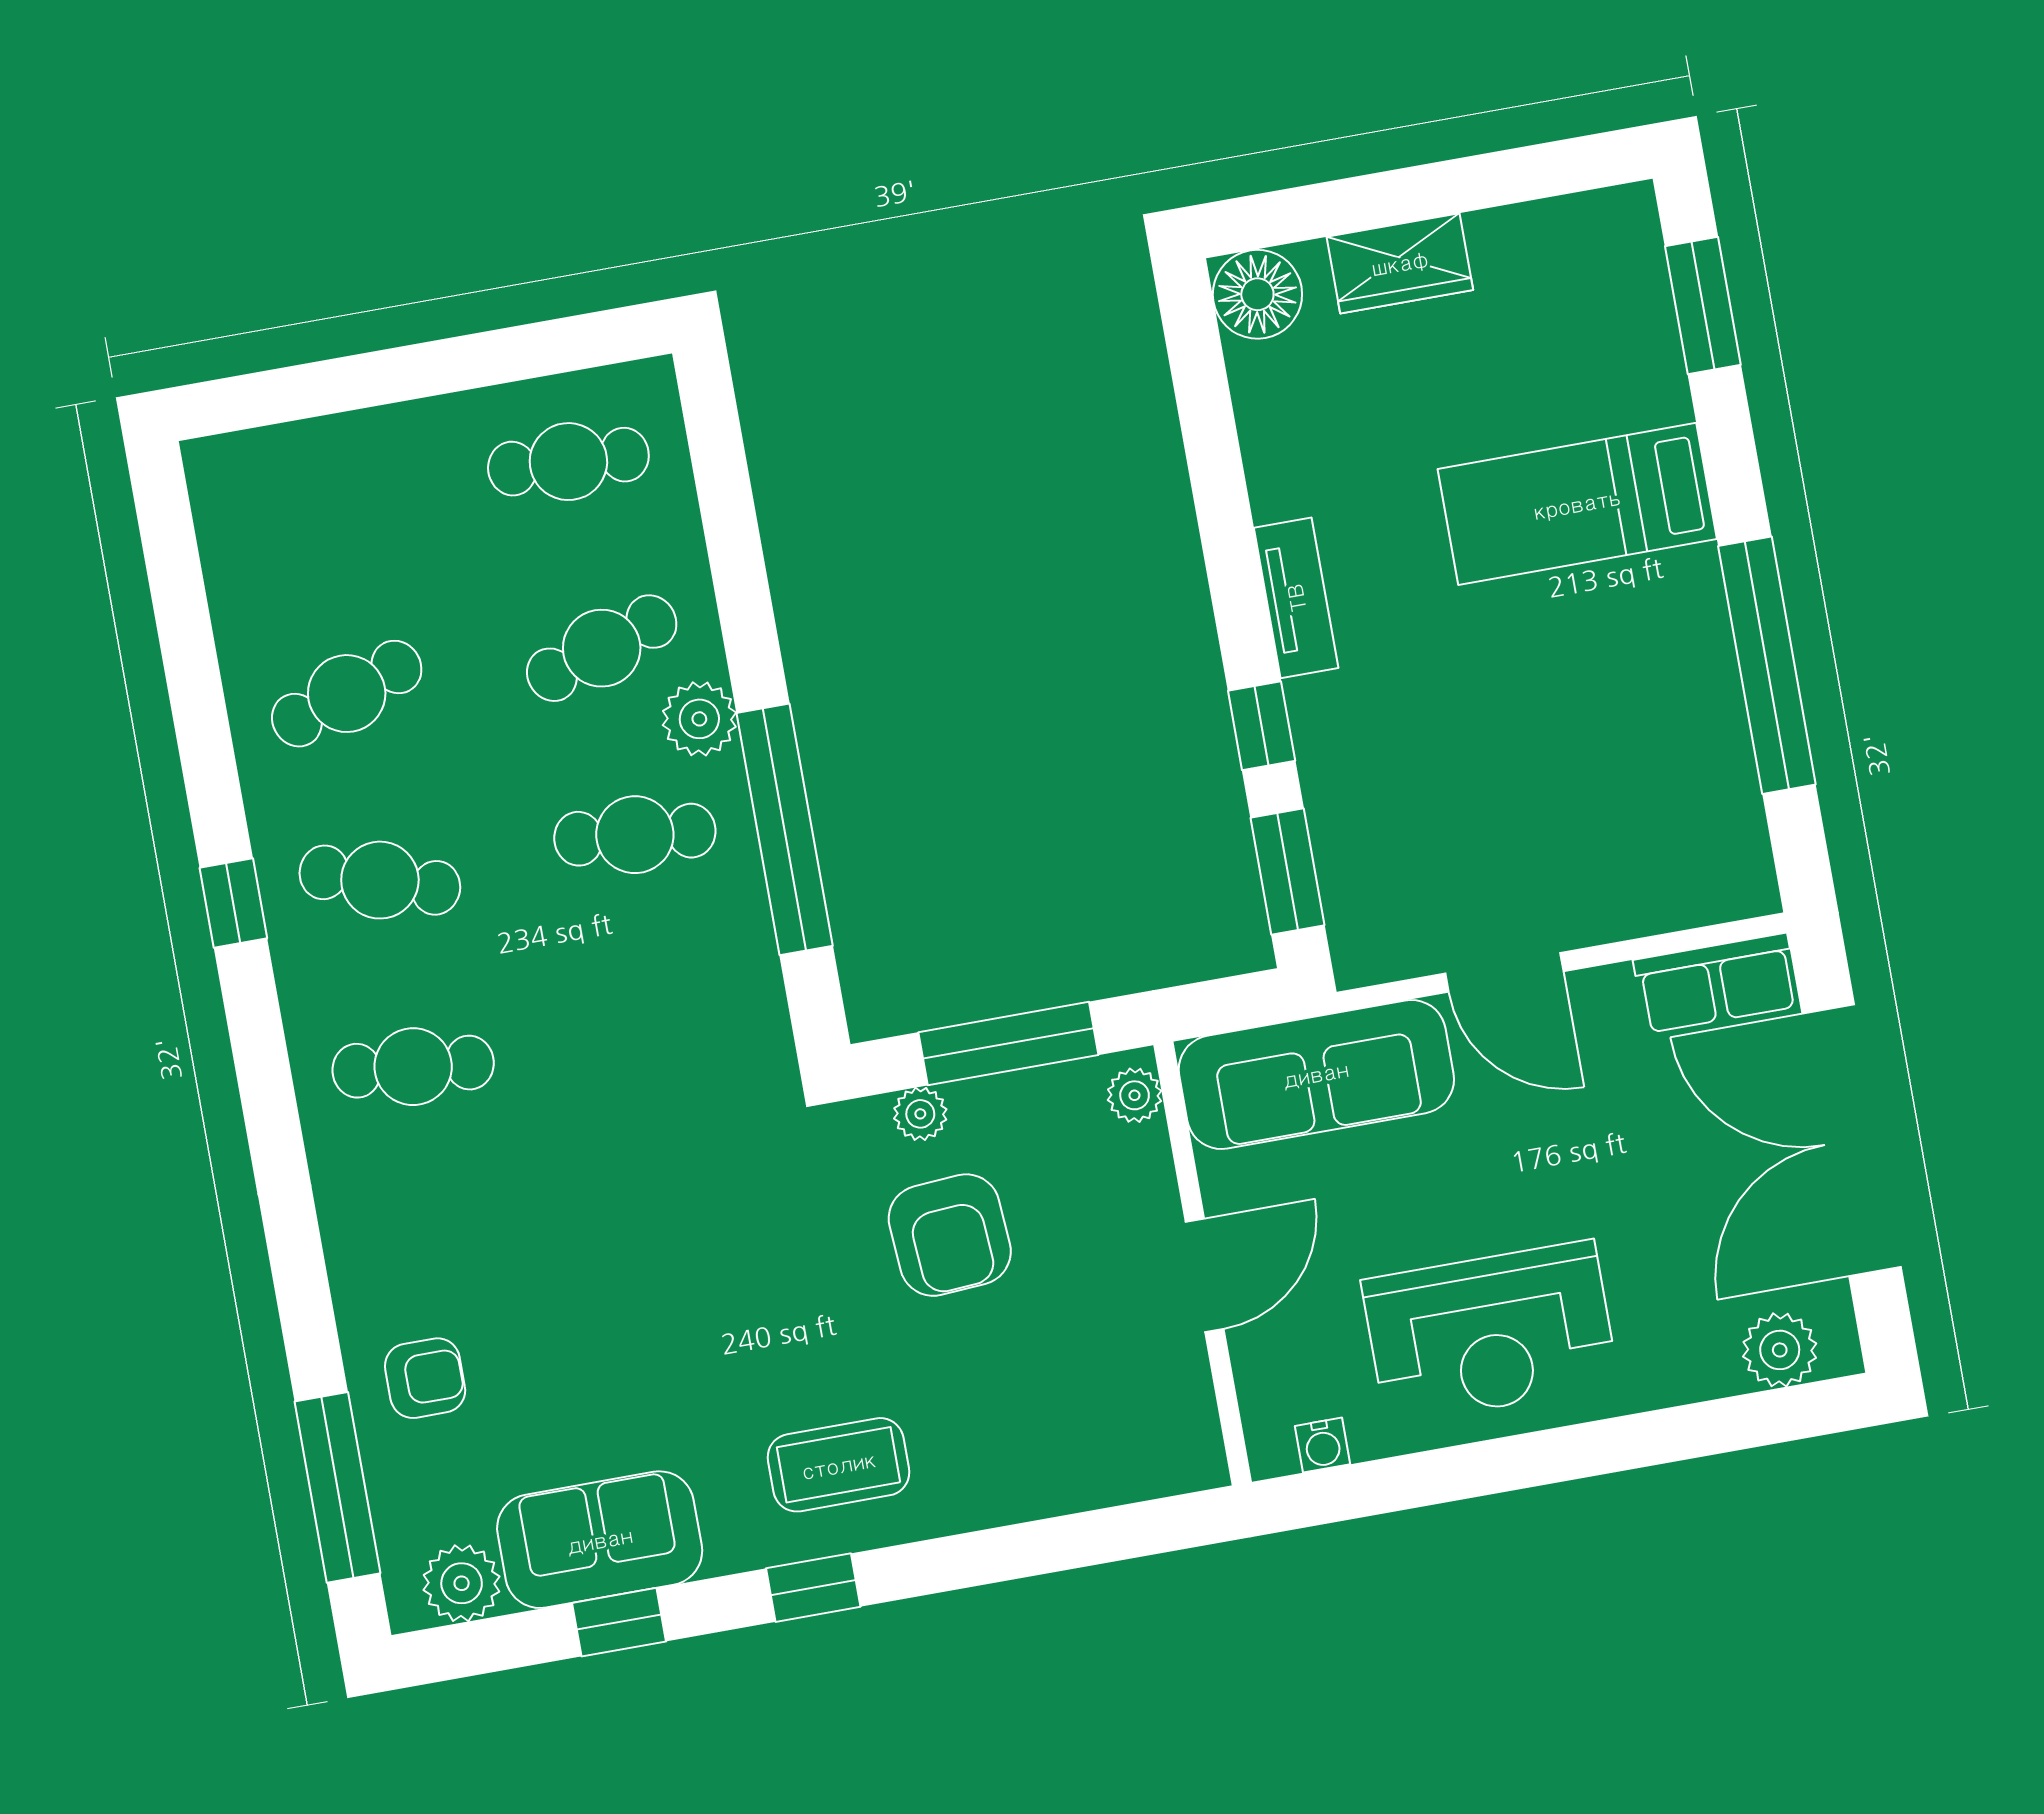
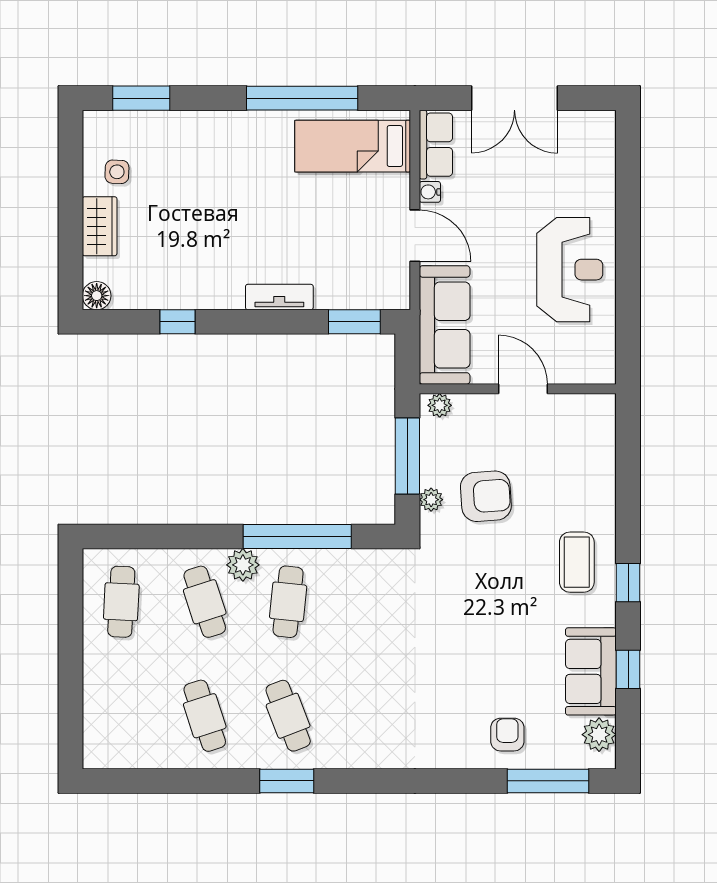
side table: (1529, 280) -> (117, 172), added
floor lamp: (1257, 294) -> (97, 296), width x0.73, depth x0.73
bed: (1577, 504) -> (353, 146), moved, turned 90
tv unit: (1296, 598) -> (279, 297), moved
window: (1262, 726) -> (177, 322), moved
cafe table: (380, 880) -> (288, 716), turned -39
window: (233, 903) -> (287, 781), width x1.50
door: (1504, 972) -> (415, 236), hinge flipped
cafe table: (413, 1067) -> (371, 716), removed
double door: (1852, 1140) -> (514, 98), width x0.73
plant: (1780, 1350) -> (600, 145), removed
water cooler: (1322, 1445) -> (430, 192), moved, turned 180

